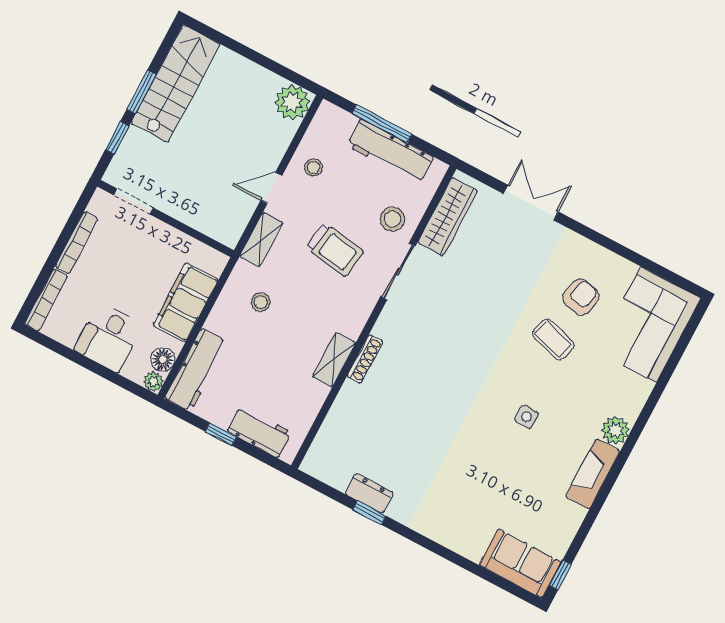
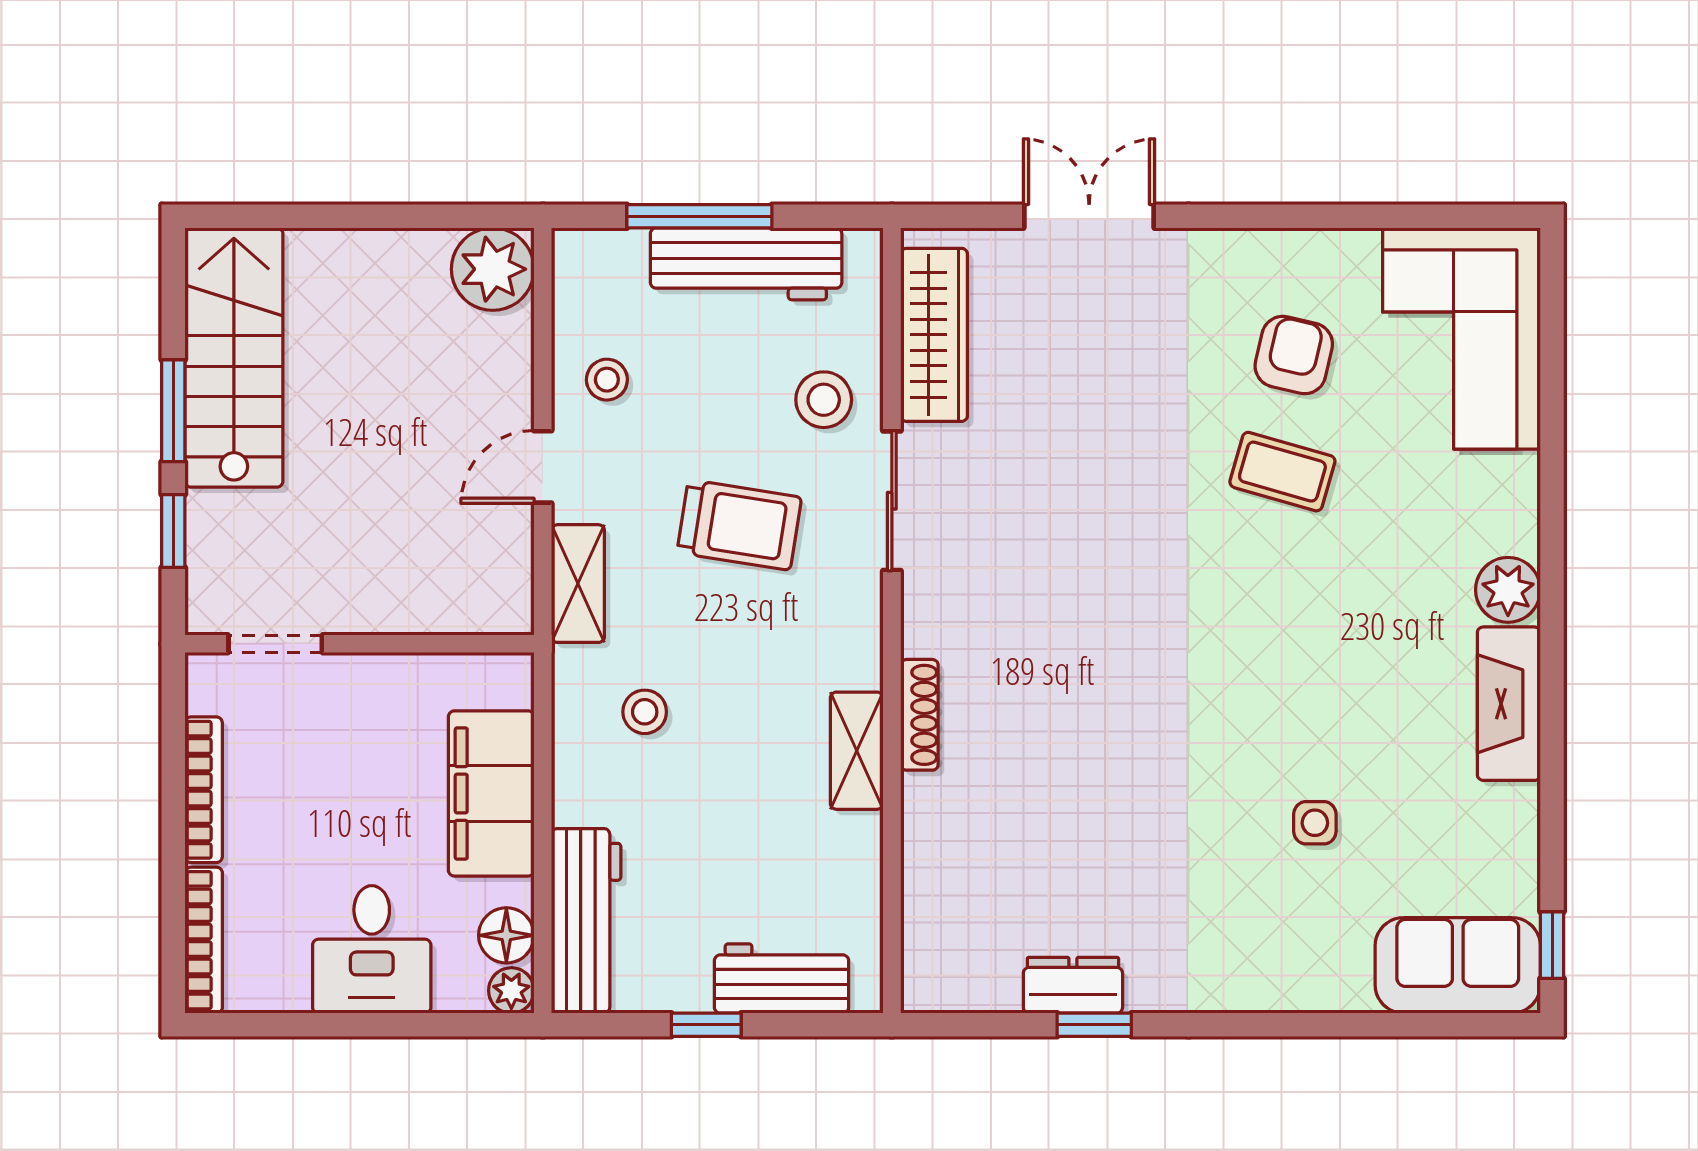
side table: (527, 417) -> (1315, 823), moved

